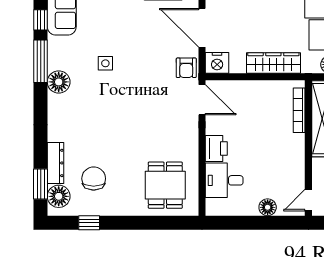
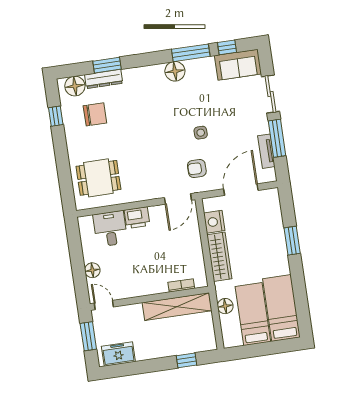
side table: (105, 63) -> (201, 133), moved
nightstand: (217, 63) -> (214, 222), moved
armchair: (186, 68) -> (197, 168), moved
bookcase: (299, 110) -> (181, 285), width x0.64
window: (41, 184) -> (107, 65), moved

